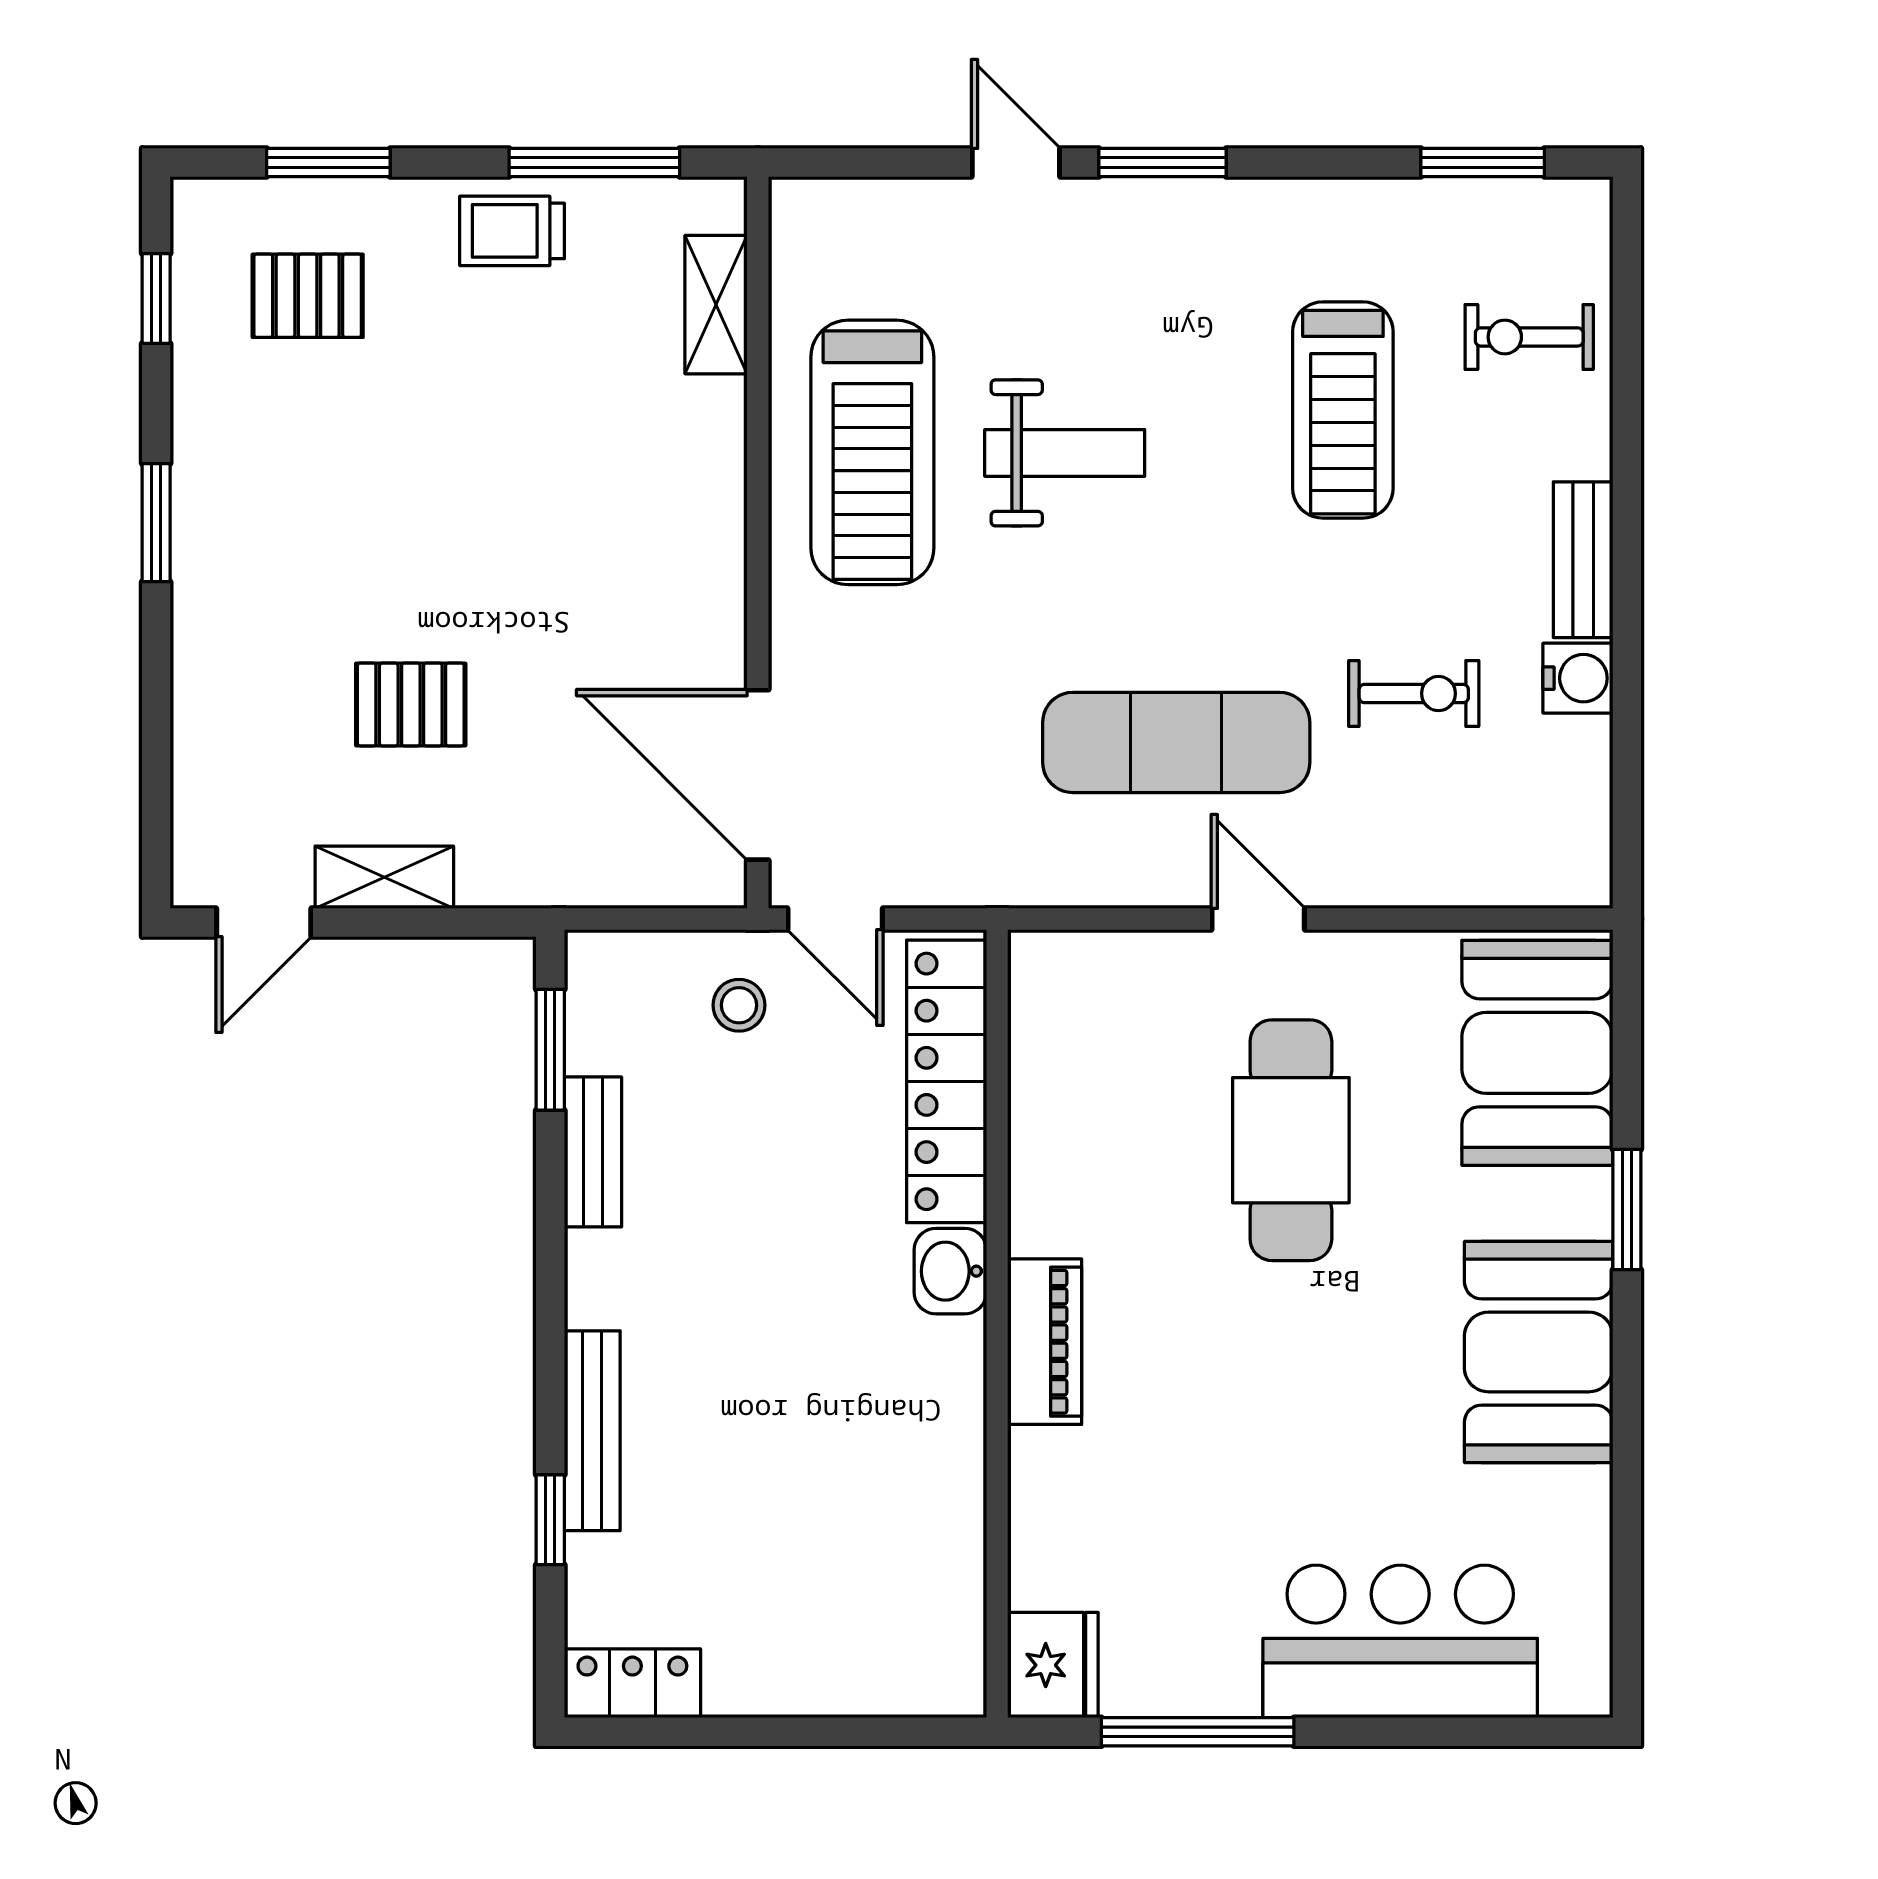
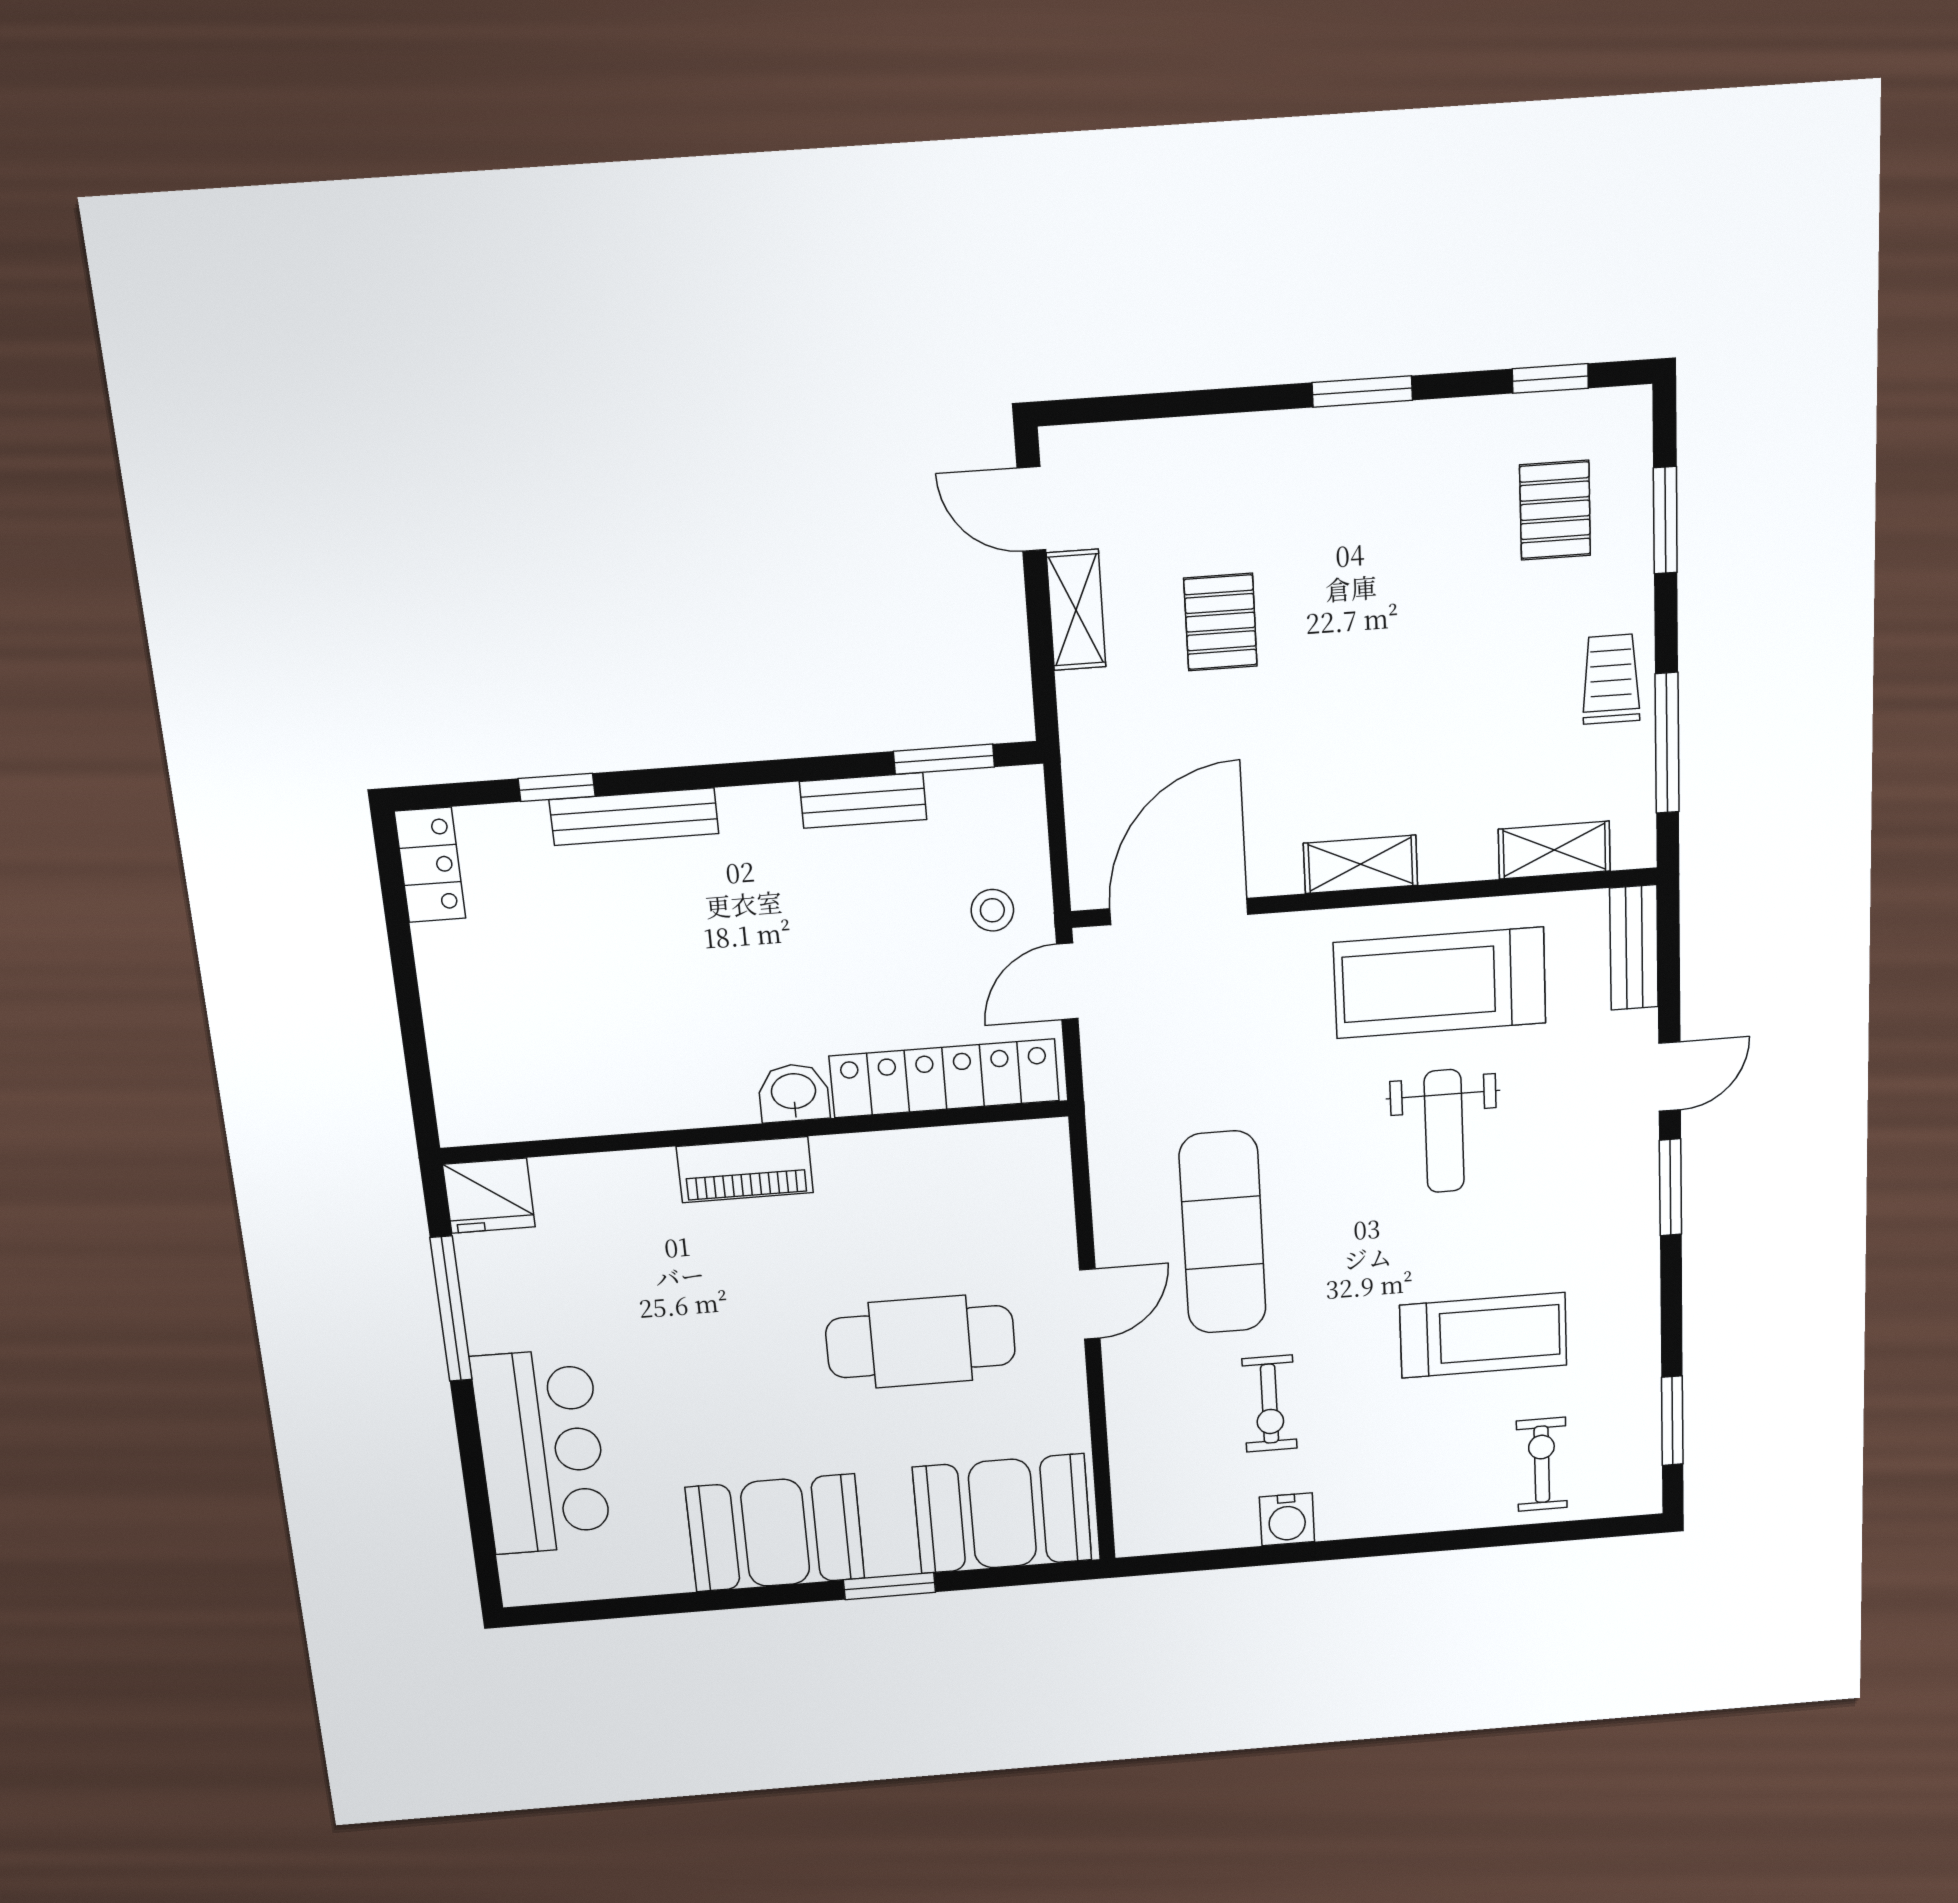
treadmill: (1343, 410) -> (1483, 1335), turned 180
shelving: (716, 546) -> (1361, 864), added
bench: (1583, 560) -> (1634, 948), moved, turned 90

